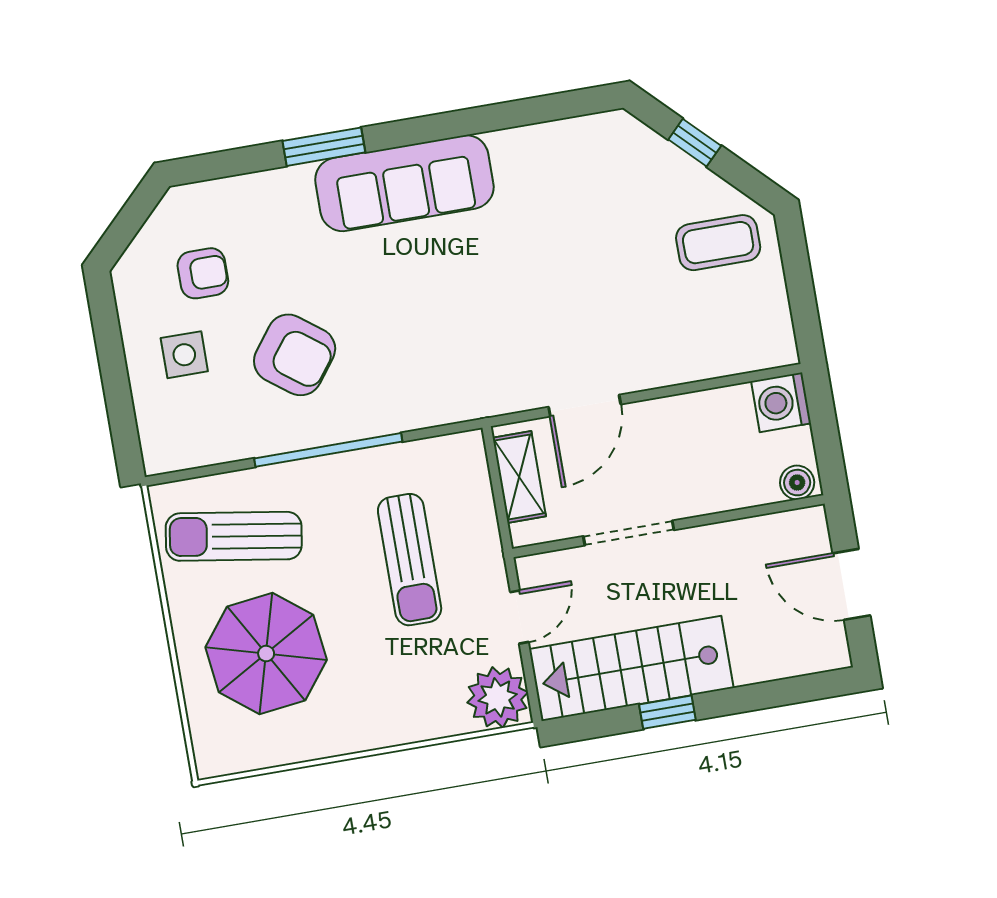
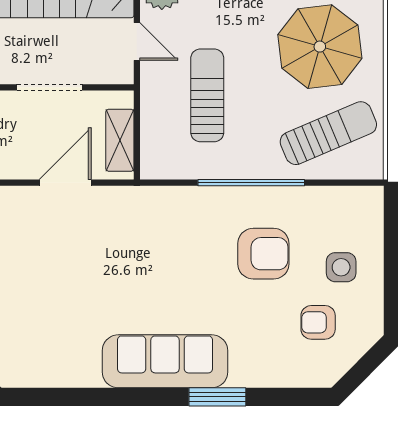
armchair: (295, 355) -> (263, 254), turned 143
sun lounger: (234, 536) -> (328, 133), turned -32
door: (519, 617) -> (137, 42), swing flipped

